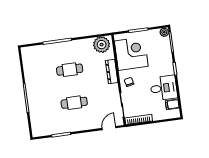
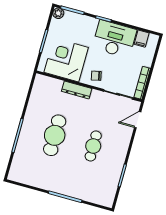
plant: (102, 45) -> (42, 88), removed
cafe table: (70, 70) -> (55, 135), width x1.37, depth x1.35
desk: (164, 88) -> (114, 39), width x1.37
door: (109, 128) -> (138, 120), hinge flipped

